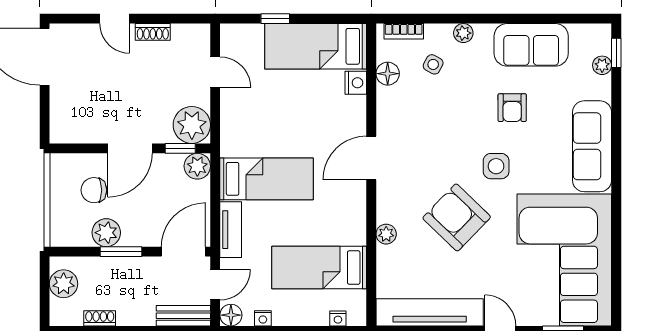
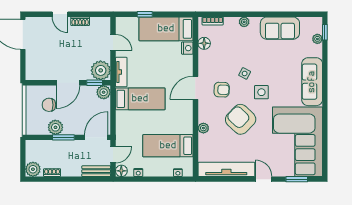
side table: (433, 64) -> (245, 73), moved
armchair: (512, 108) -> (222, 90), moved, turned -88
tv unit: (231, 230) -> (121, 72), moved
plant: (64, 284) -> (33, 169), moved

